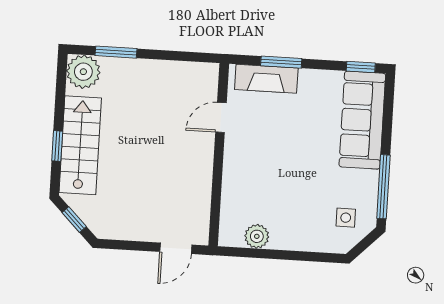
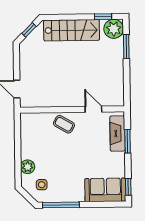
sofa: (362, 120) -> (105, 190), width x0.73
window: (57, 146) -> (103, 17), moved
coffee table: (243, 171) -> (64, 124), added
plant: (257, 236) -> (28, 167), moved

